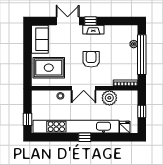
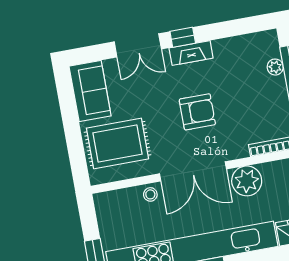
double door: (68, 21) -> (138, 45), swing flipped
armchair: (91, 59) -> (197, 112), turned 90
double door: (84, 88) -> (193, 171), width x1.37

